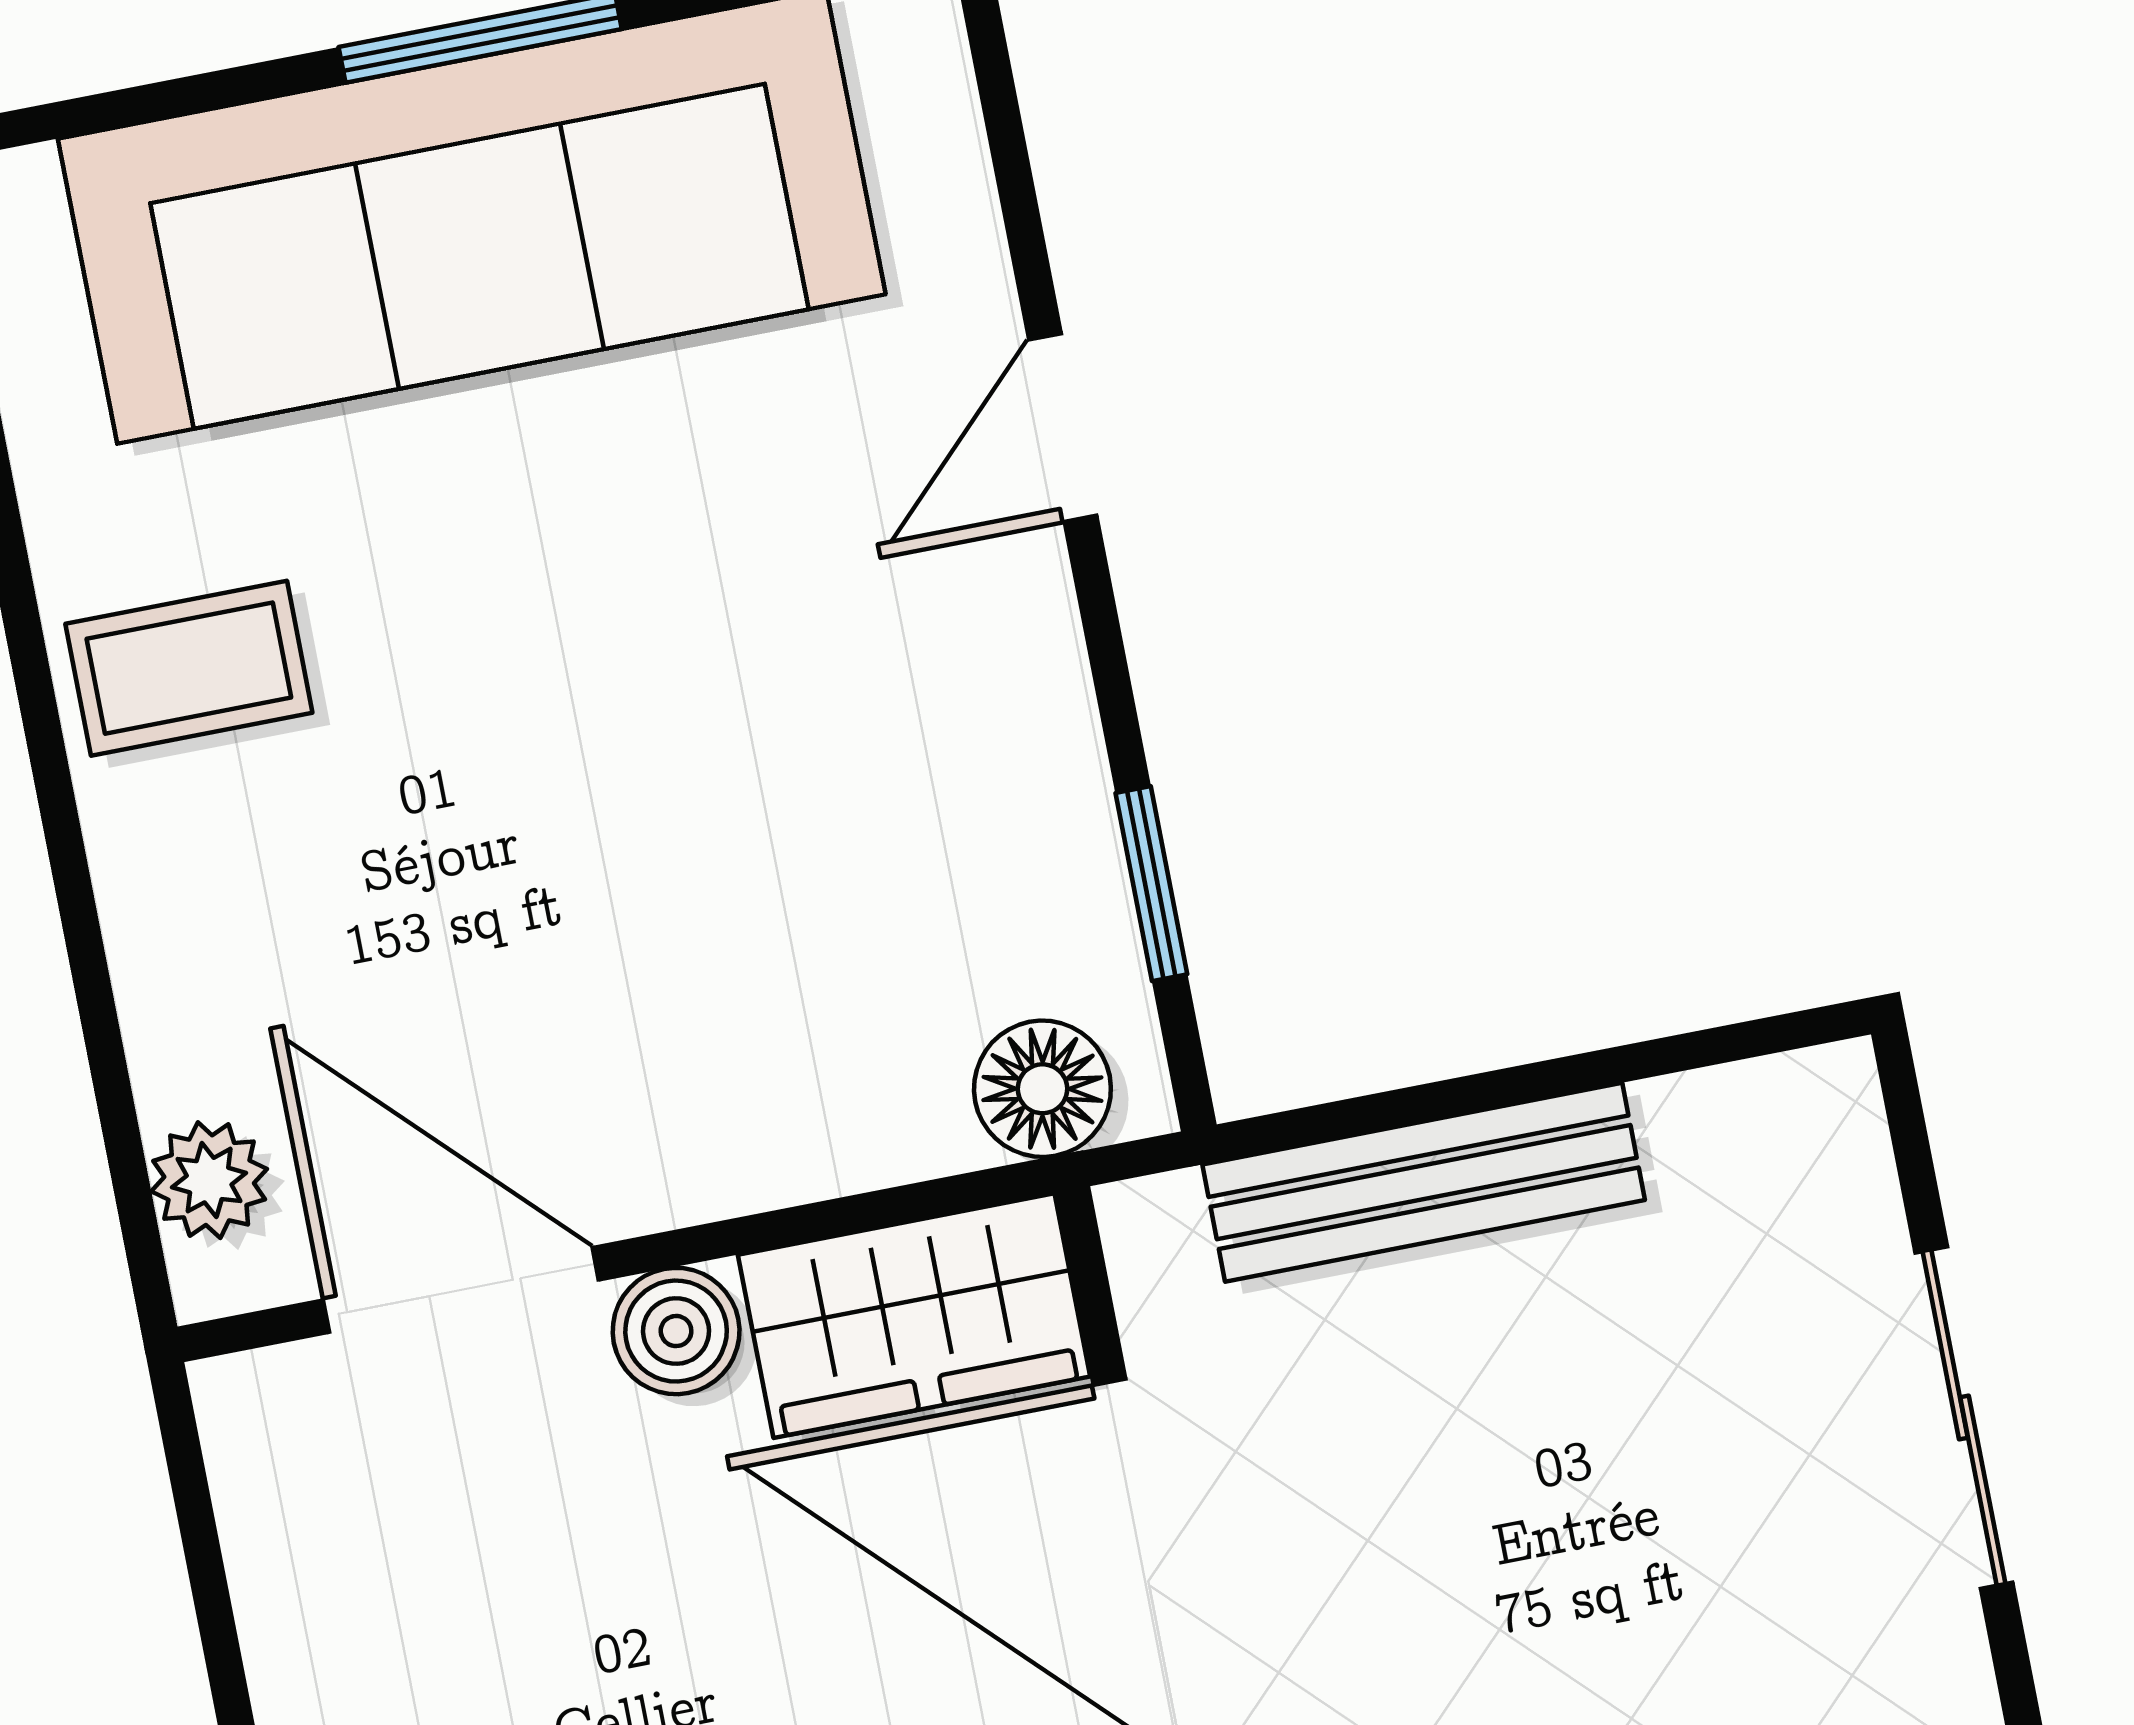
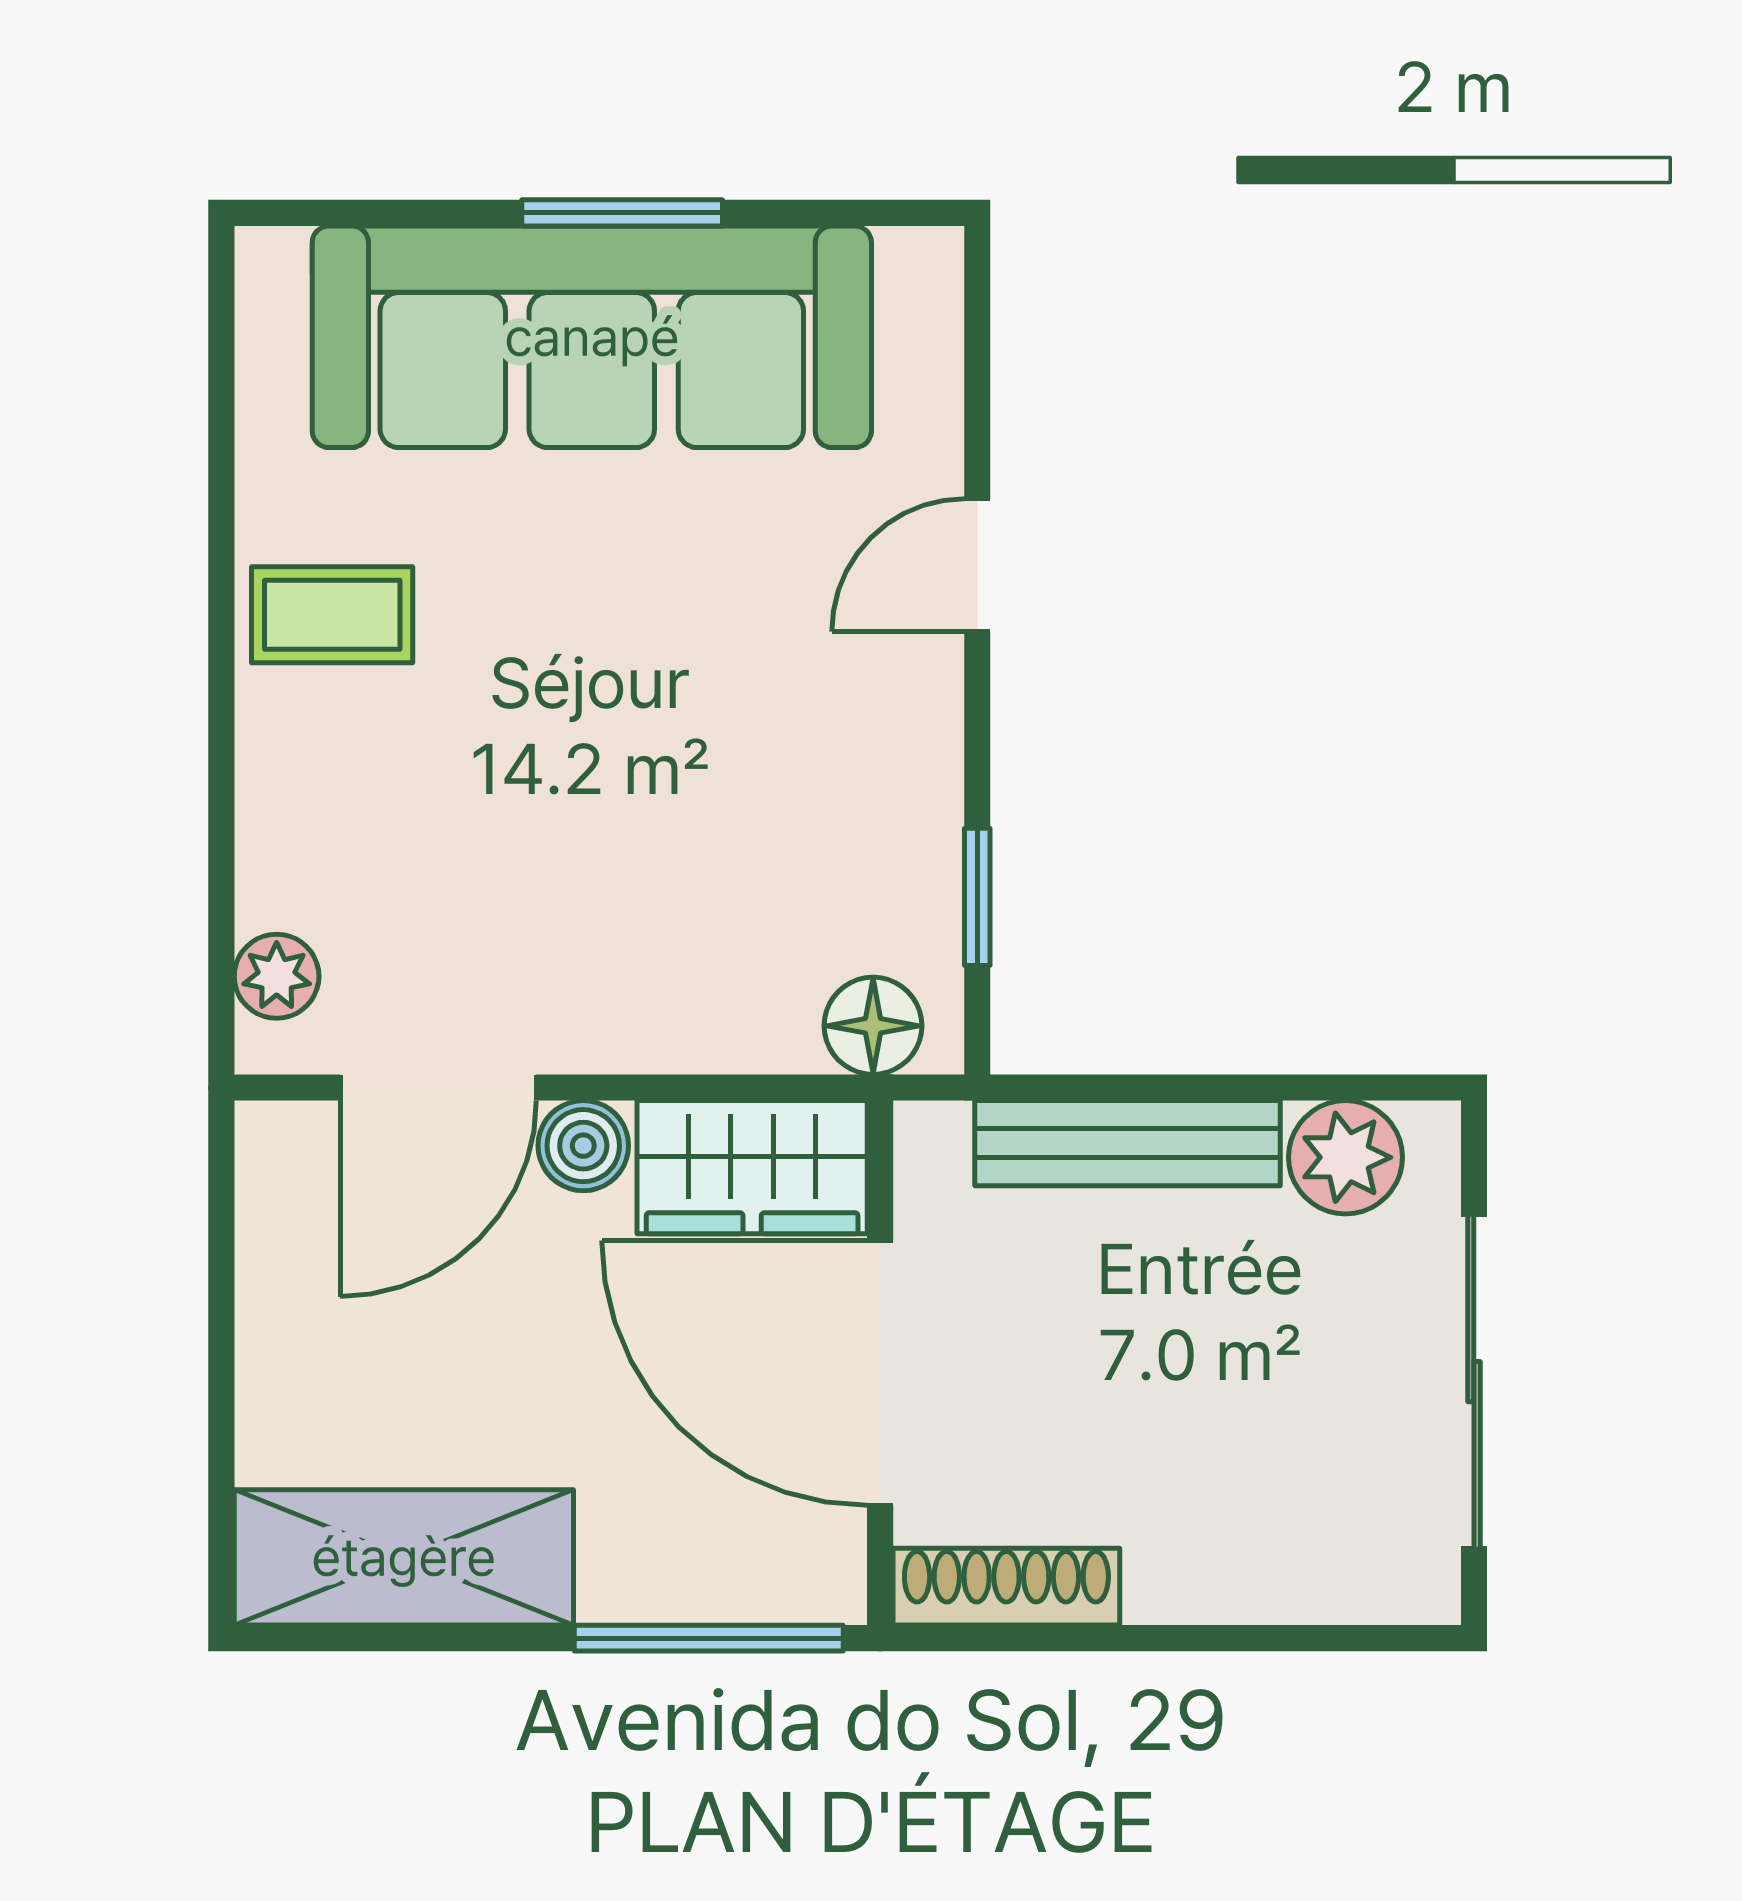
plant: (1727, 1143) -> (1345, 1157), added
door: (461, 1290) -> (438, 1088), swing flipped
sliding door: (1964, 1417) -> (1474, 1382), width x1.37

